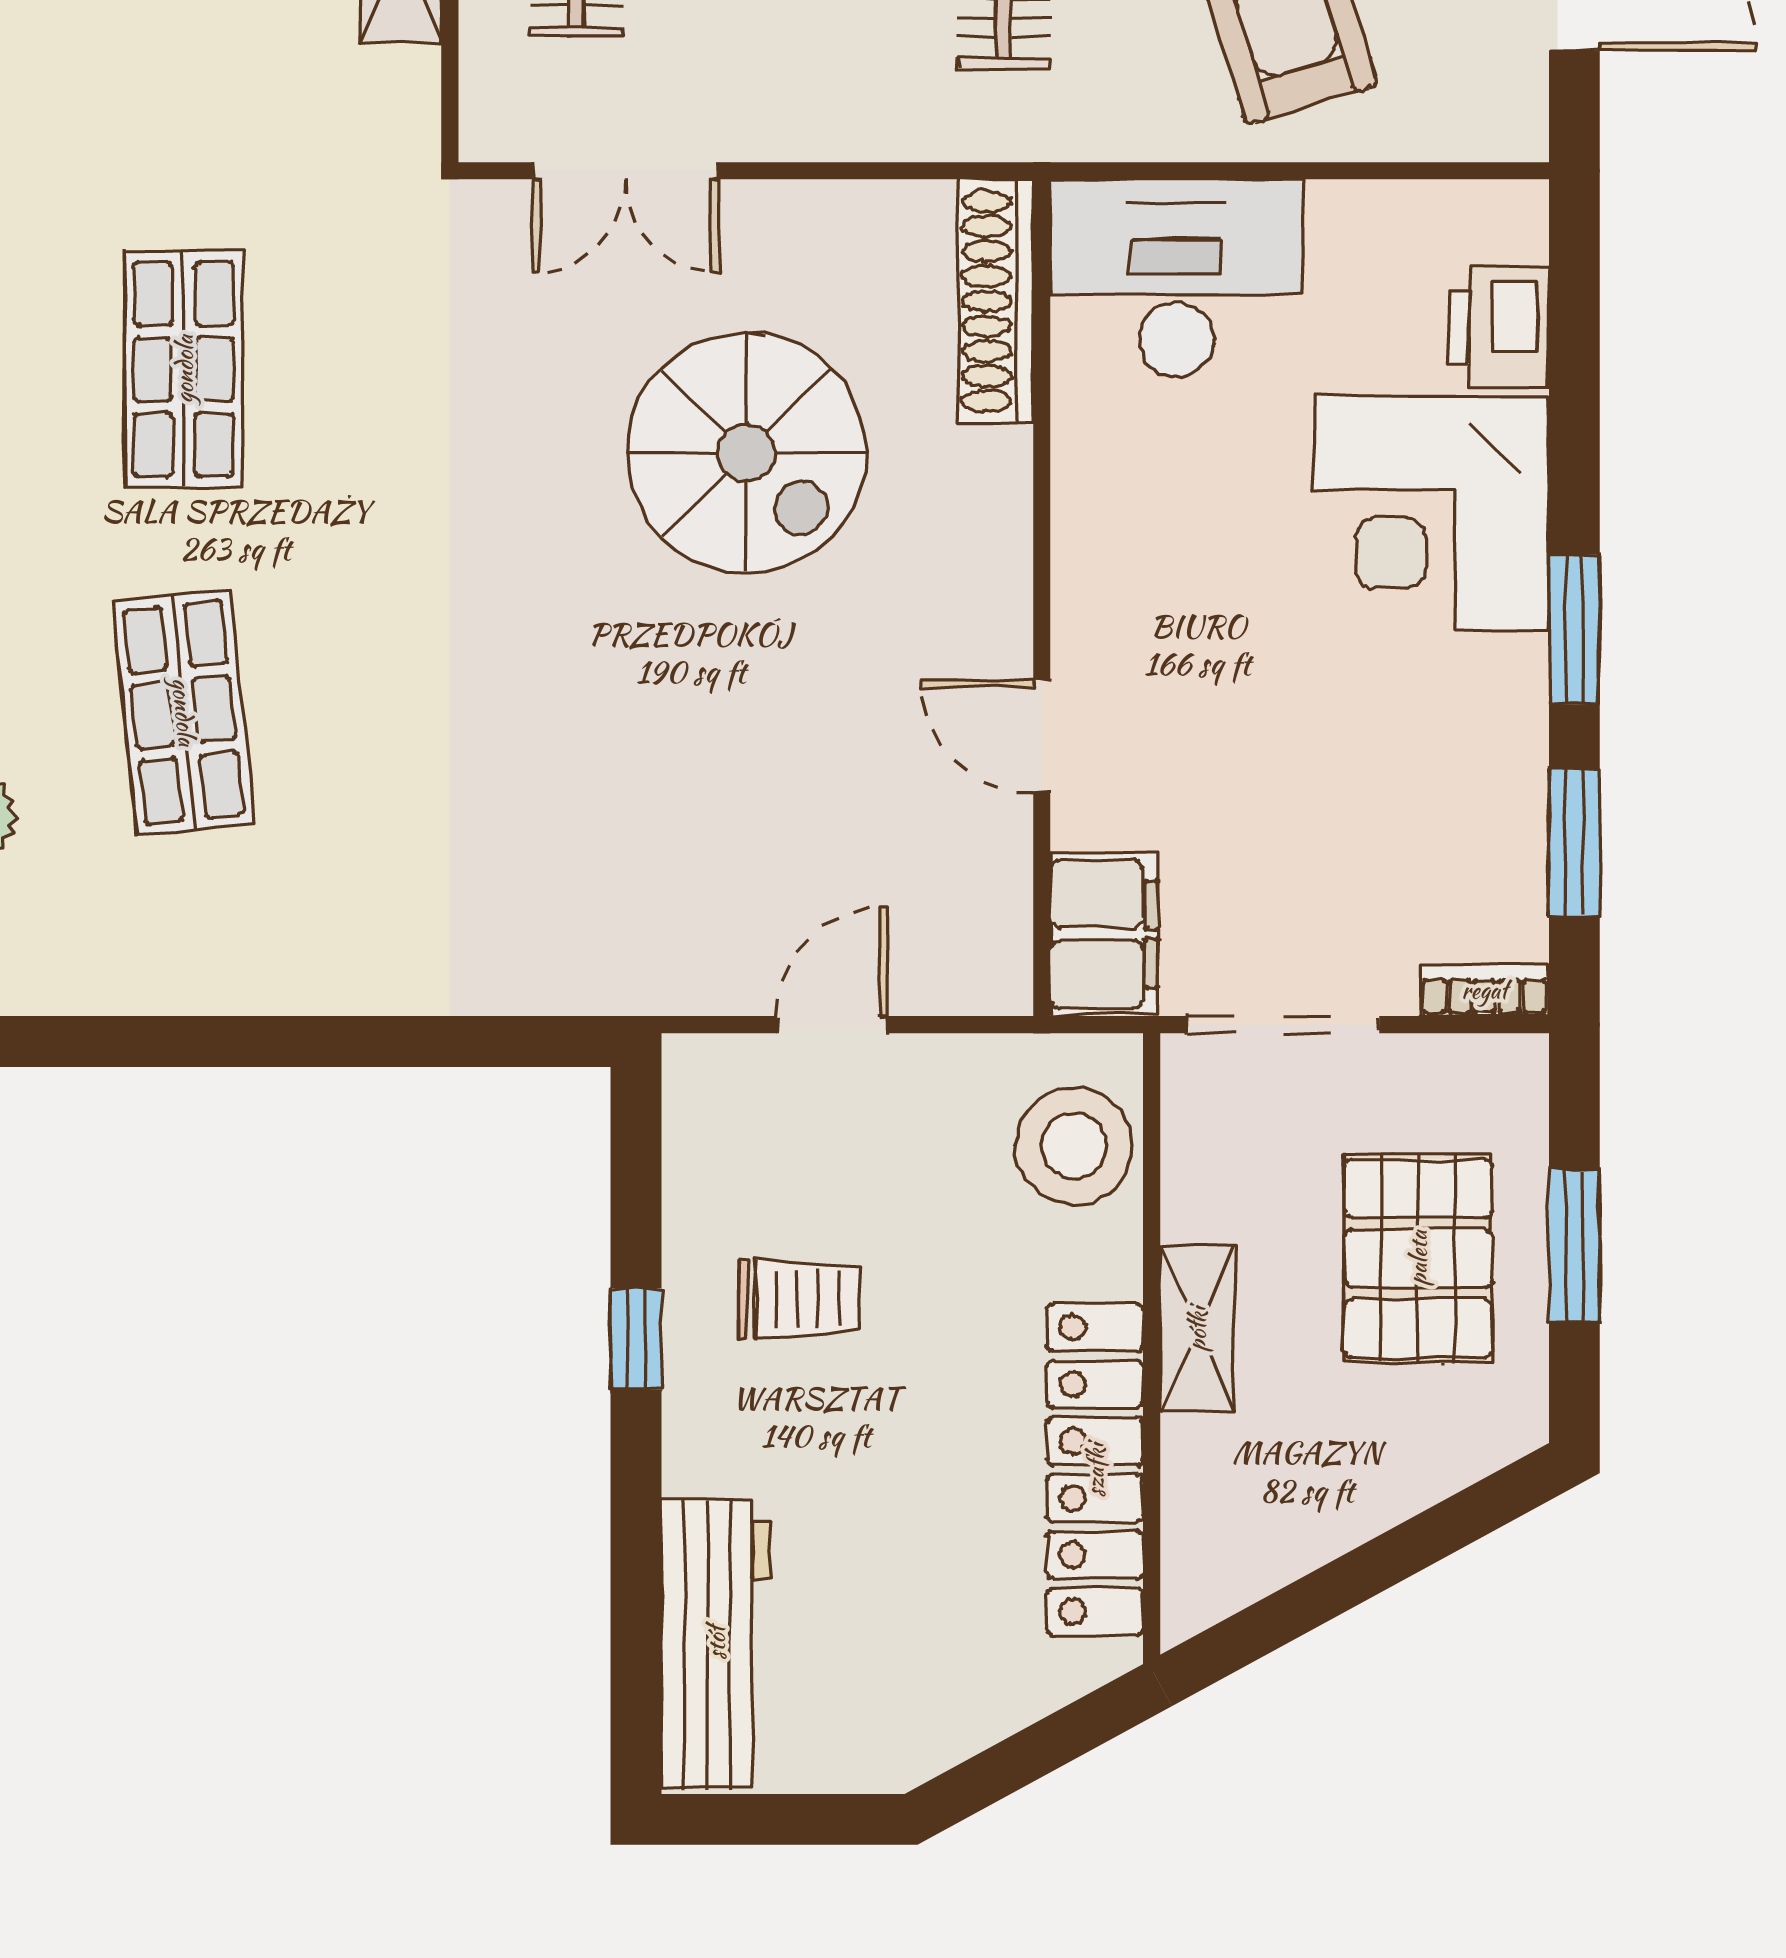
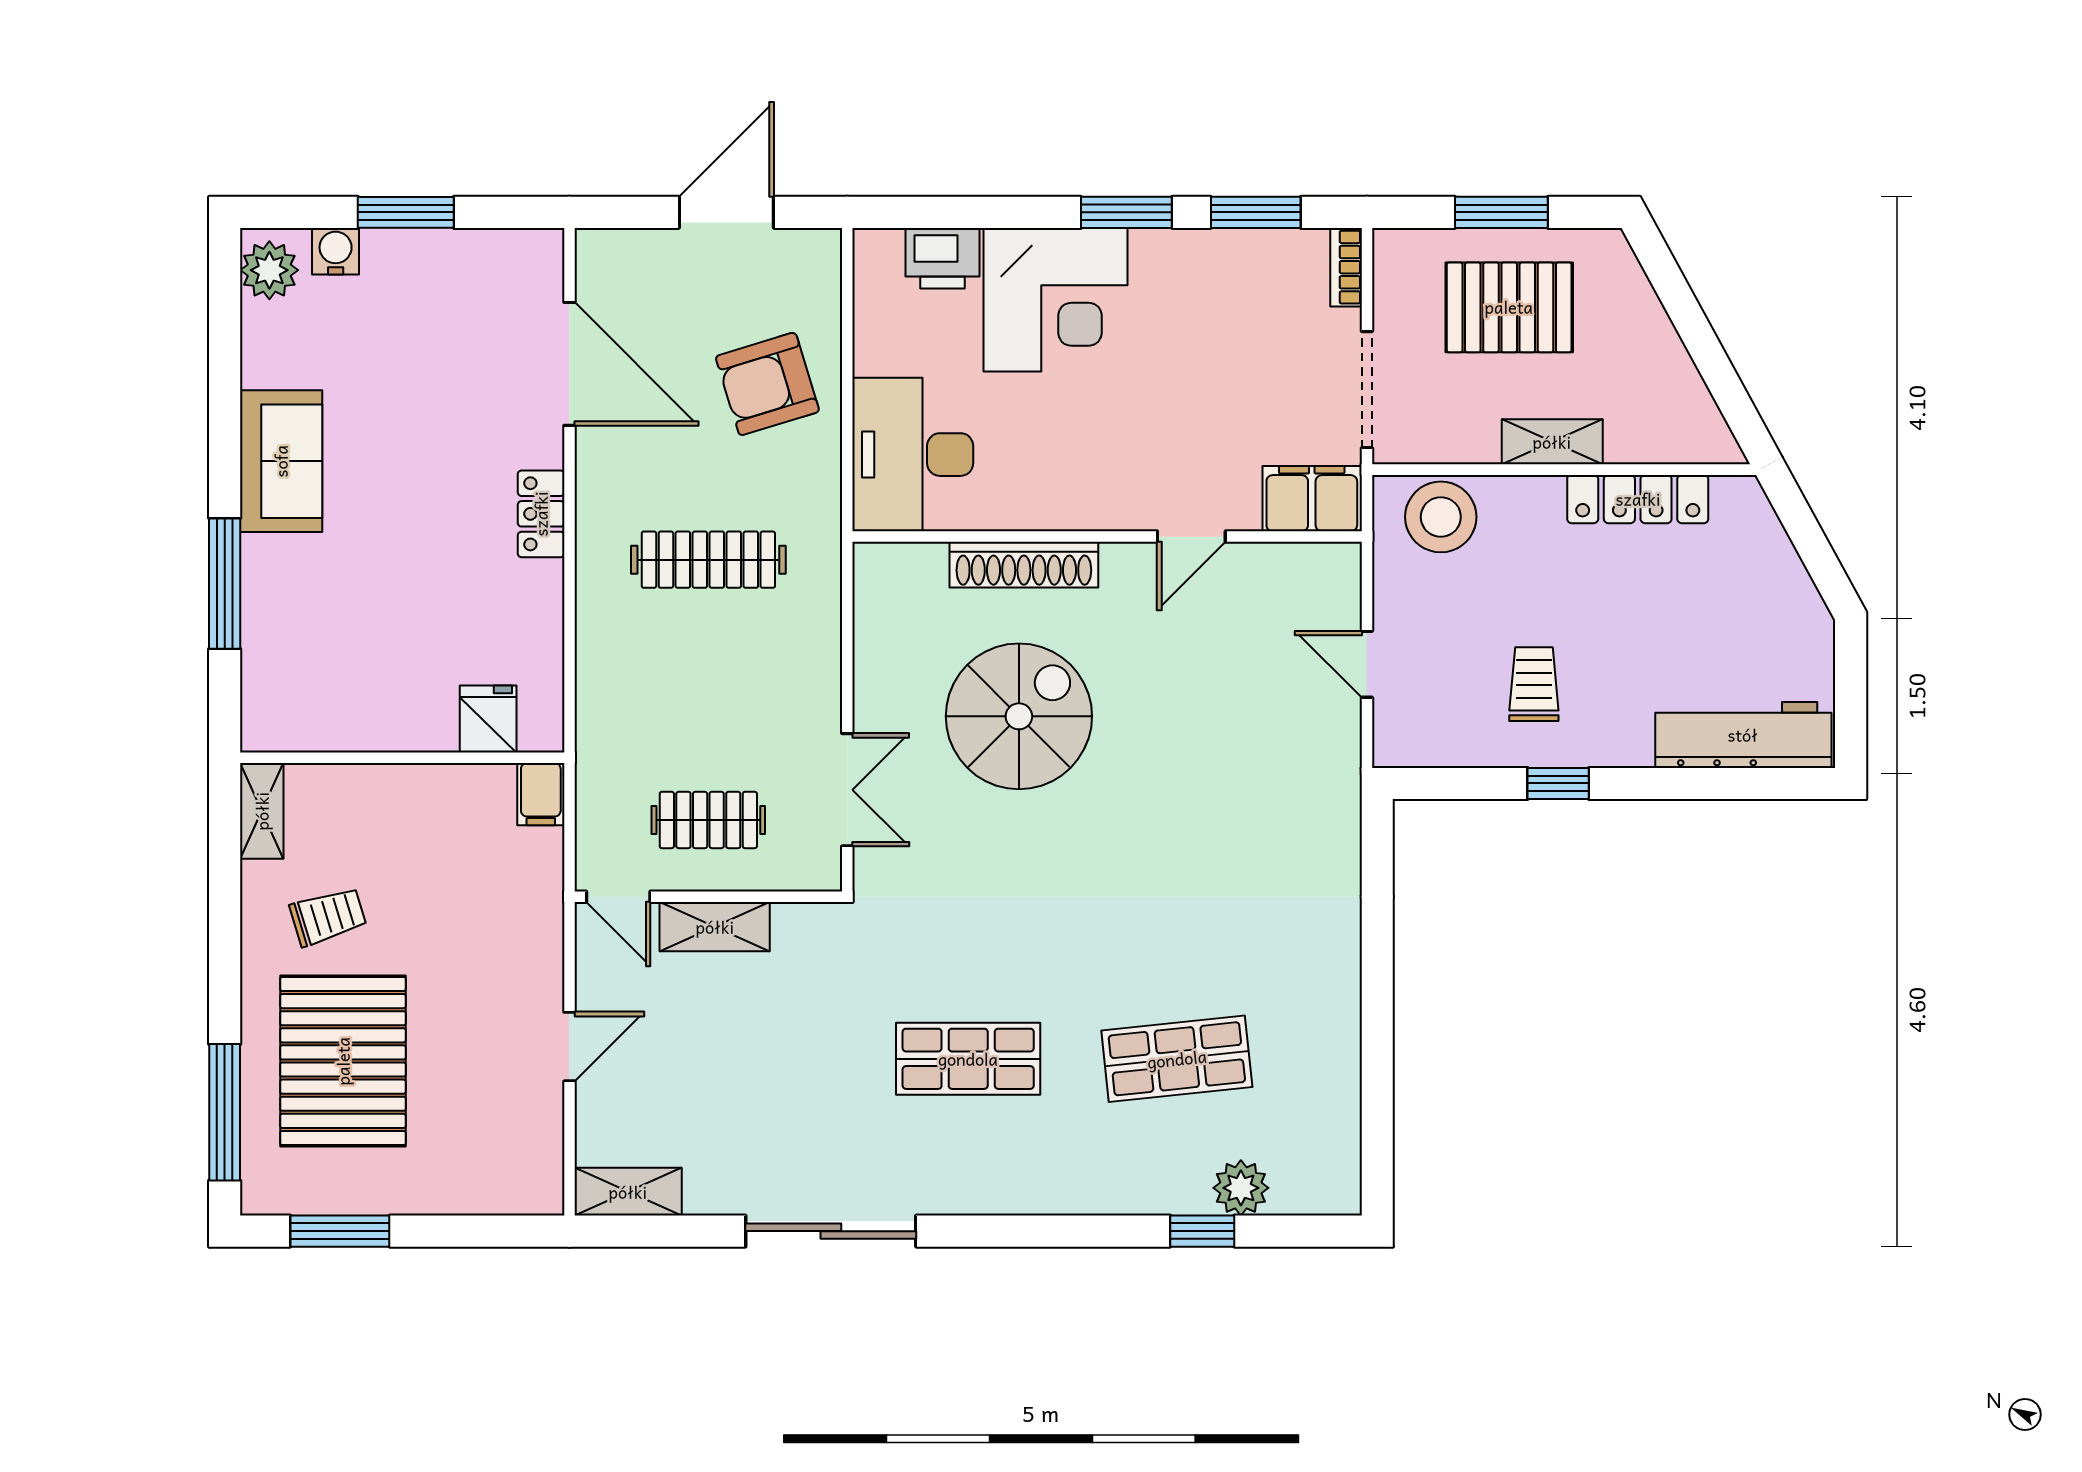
shoe rack: (996, 301) -> (1024, 565), moved
locker: (1095, 1470) -> (1638, 499), width x0.71, depth x0.83

